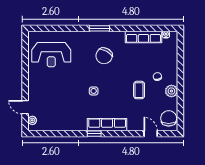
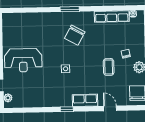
reception desk: (51, 55) -> (23, 60), moved
row of seats: (107, 125) -> (85, 100), width x0.68
door: (151, 134) -> (110, 108), moved

